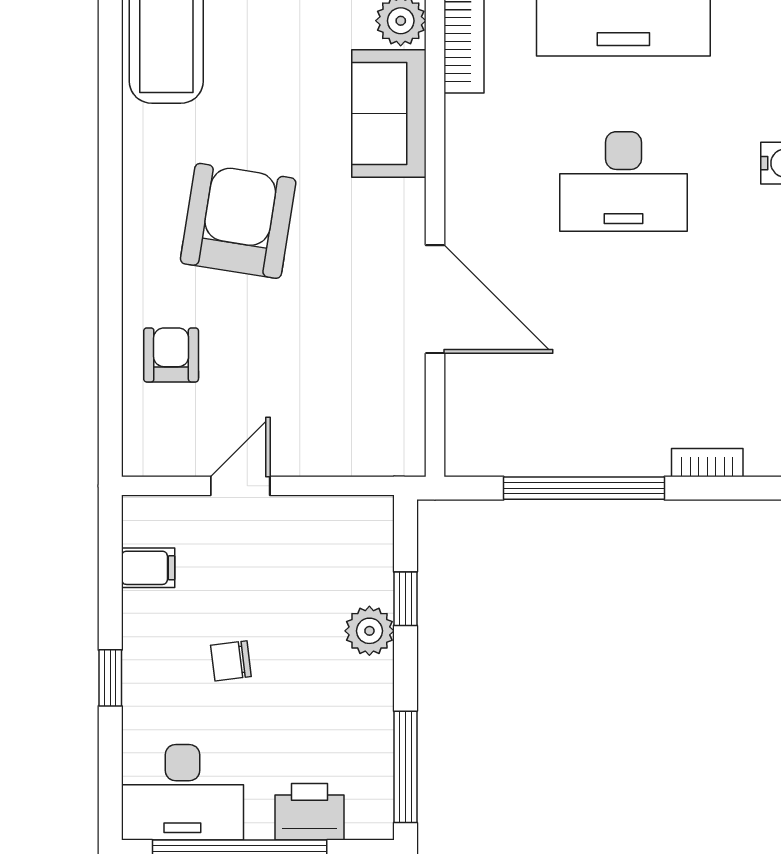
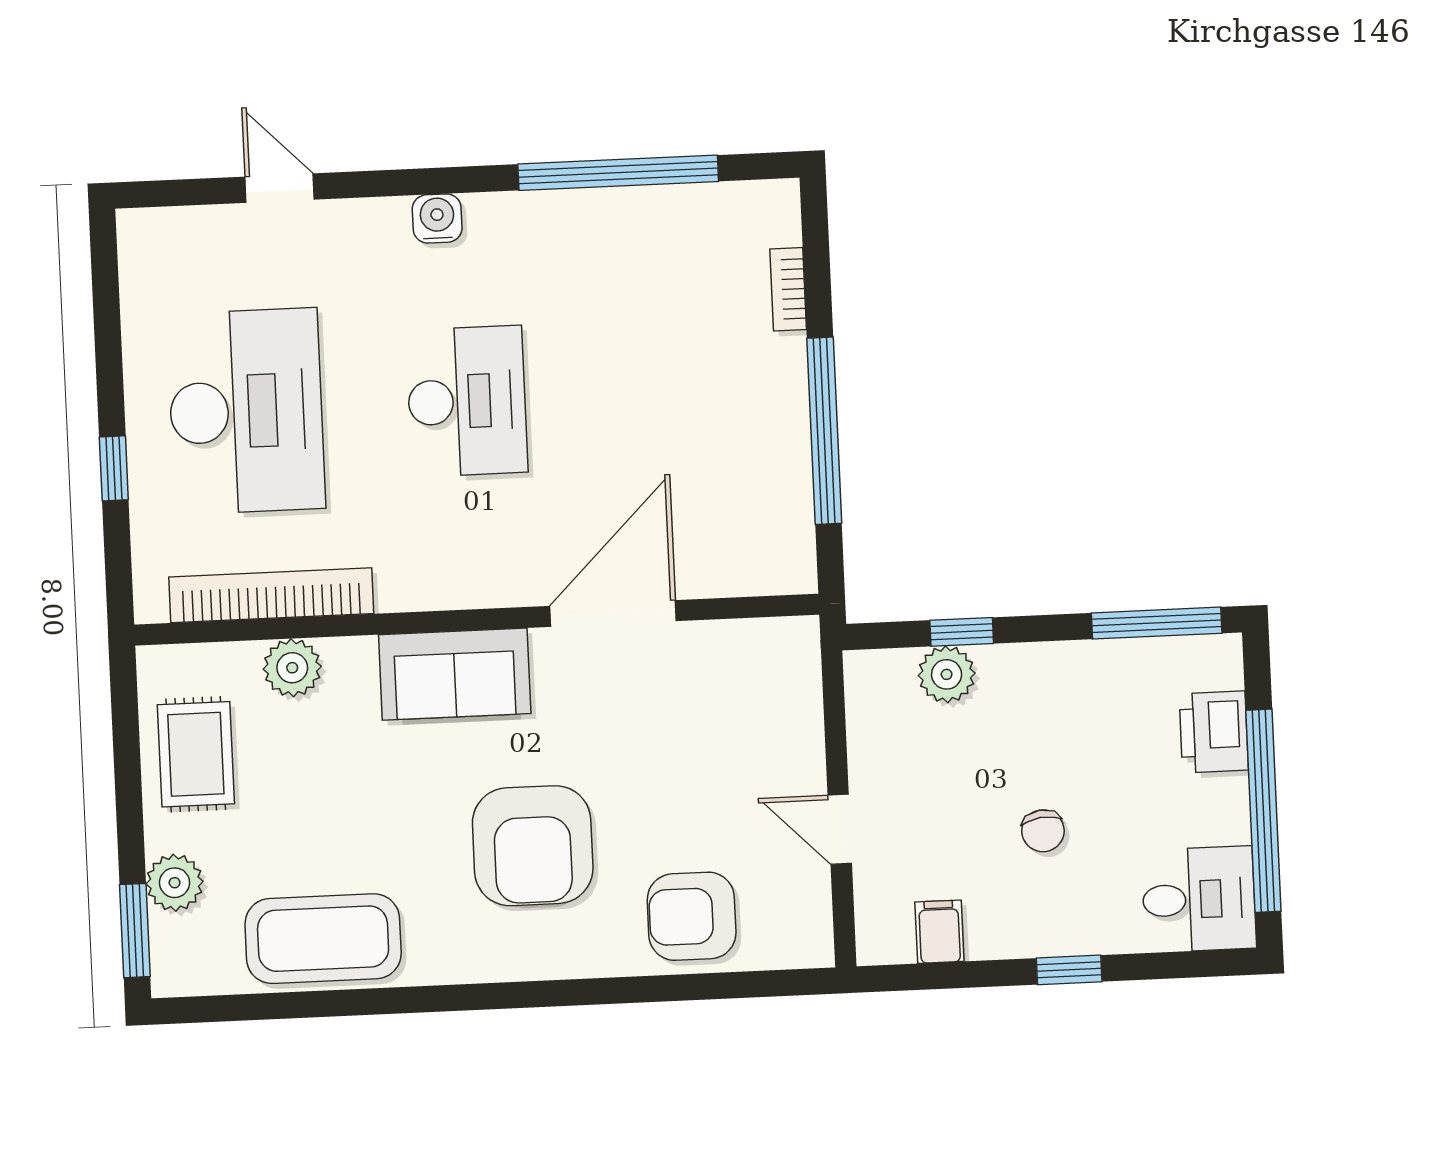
sofa: (389, 113) -> (455, 674), moved
armchair: (238, 221) -> (533, 846), turned -99
armchair: (171, 355) -> (692, 916), width x1.38, depth x1.38
plant: (369, 631) -> (947, 674), moved
desk: (182, 792) -> (1199, 899), width x0.73

